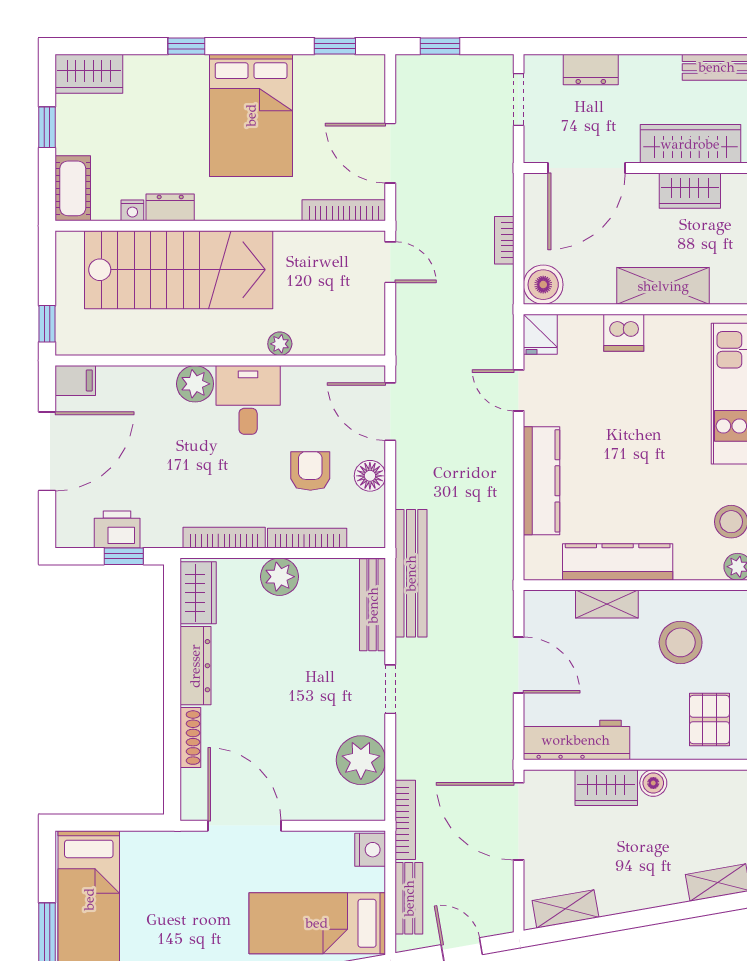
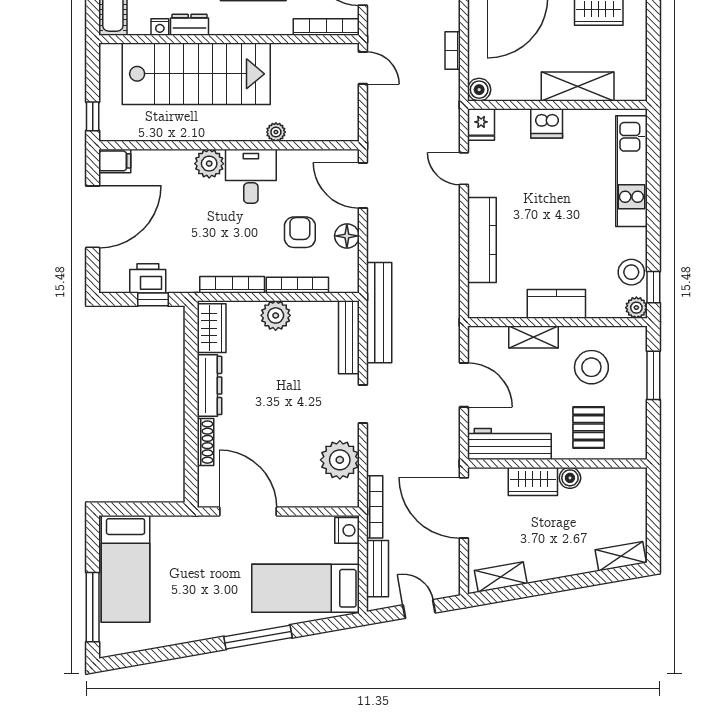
boiler: (543, 285) -> (479, 90), width x0.73, depth x0.73
kitchen counter: (618, 562) -> (556, 304), width x0.67
pallet: (709, 719) -> (589, 427), moved

